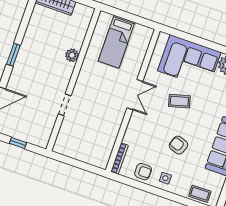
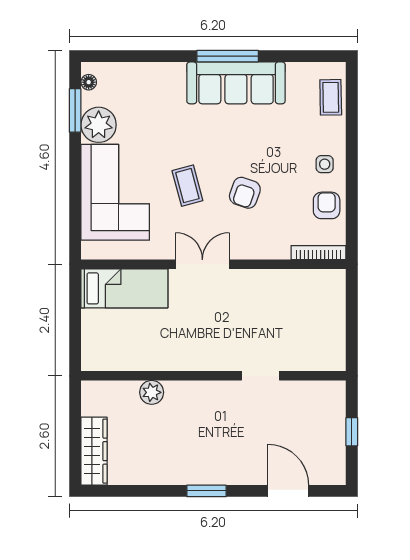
bed: (117, 42) -> (124, 288), moved
plant: (72, 55) -> (152, 392), moved
armchair: (178, 145) -> (245, 193), moved

